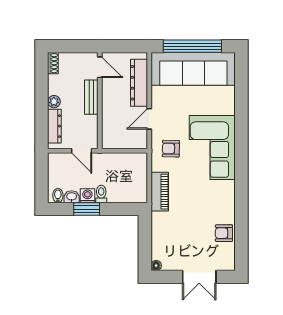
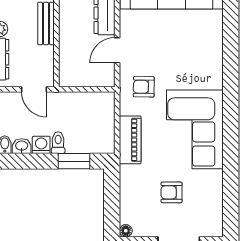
corner sofa: (212, 147) -> (195, 129), moved
window: (87, 209) -> (74, 161), moved
armchair: (224, 233) -> (172, 192), moved

